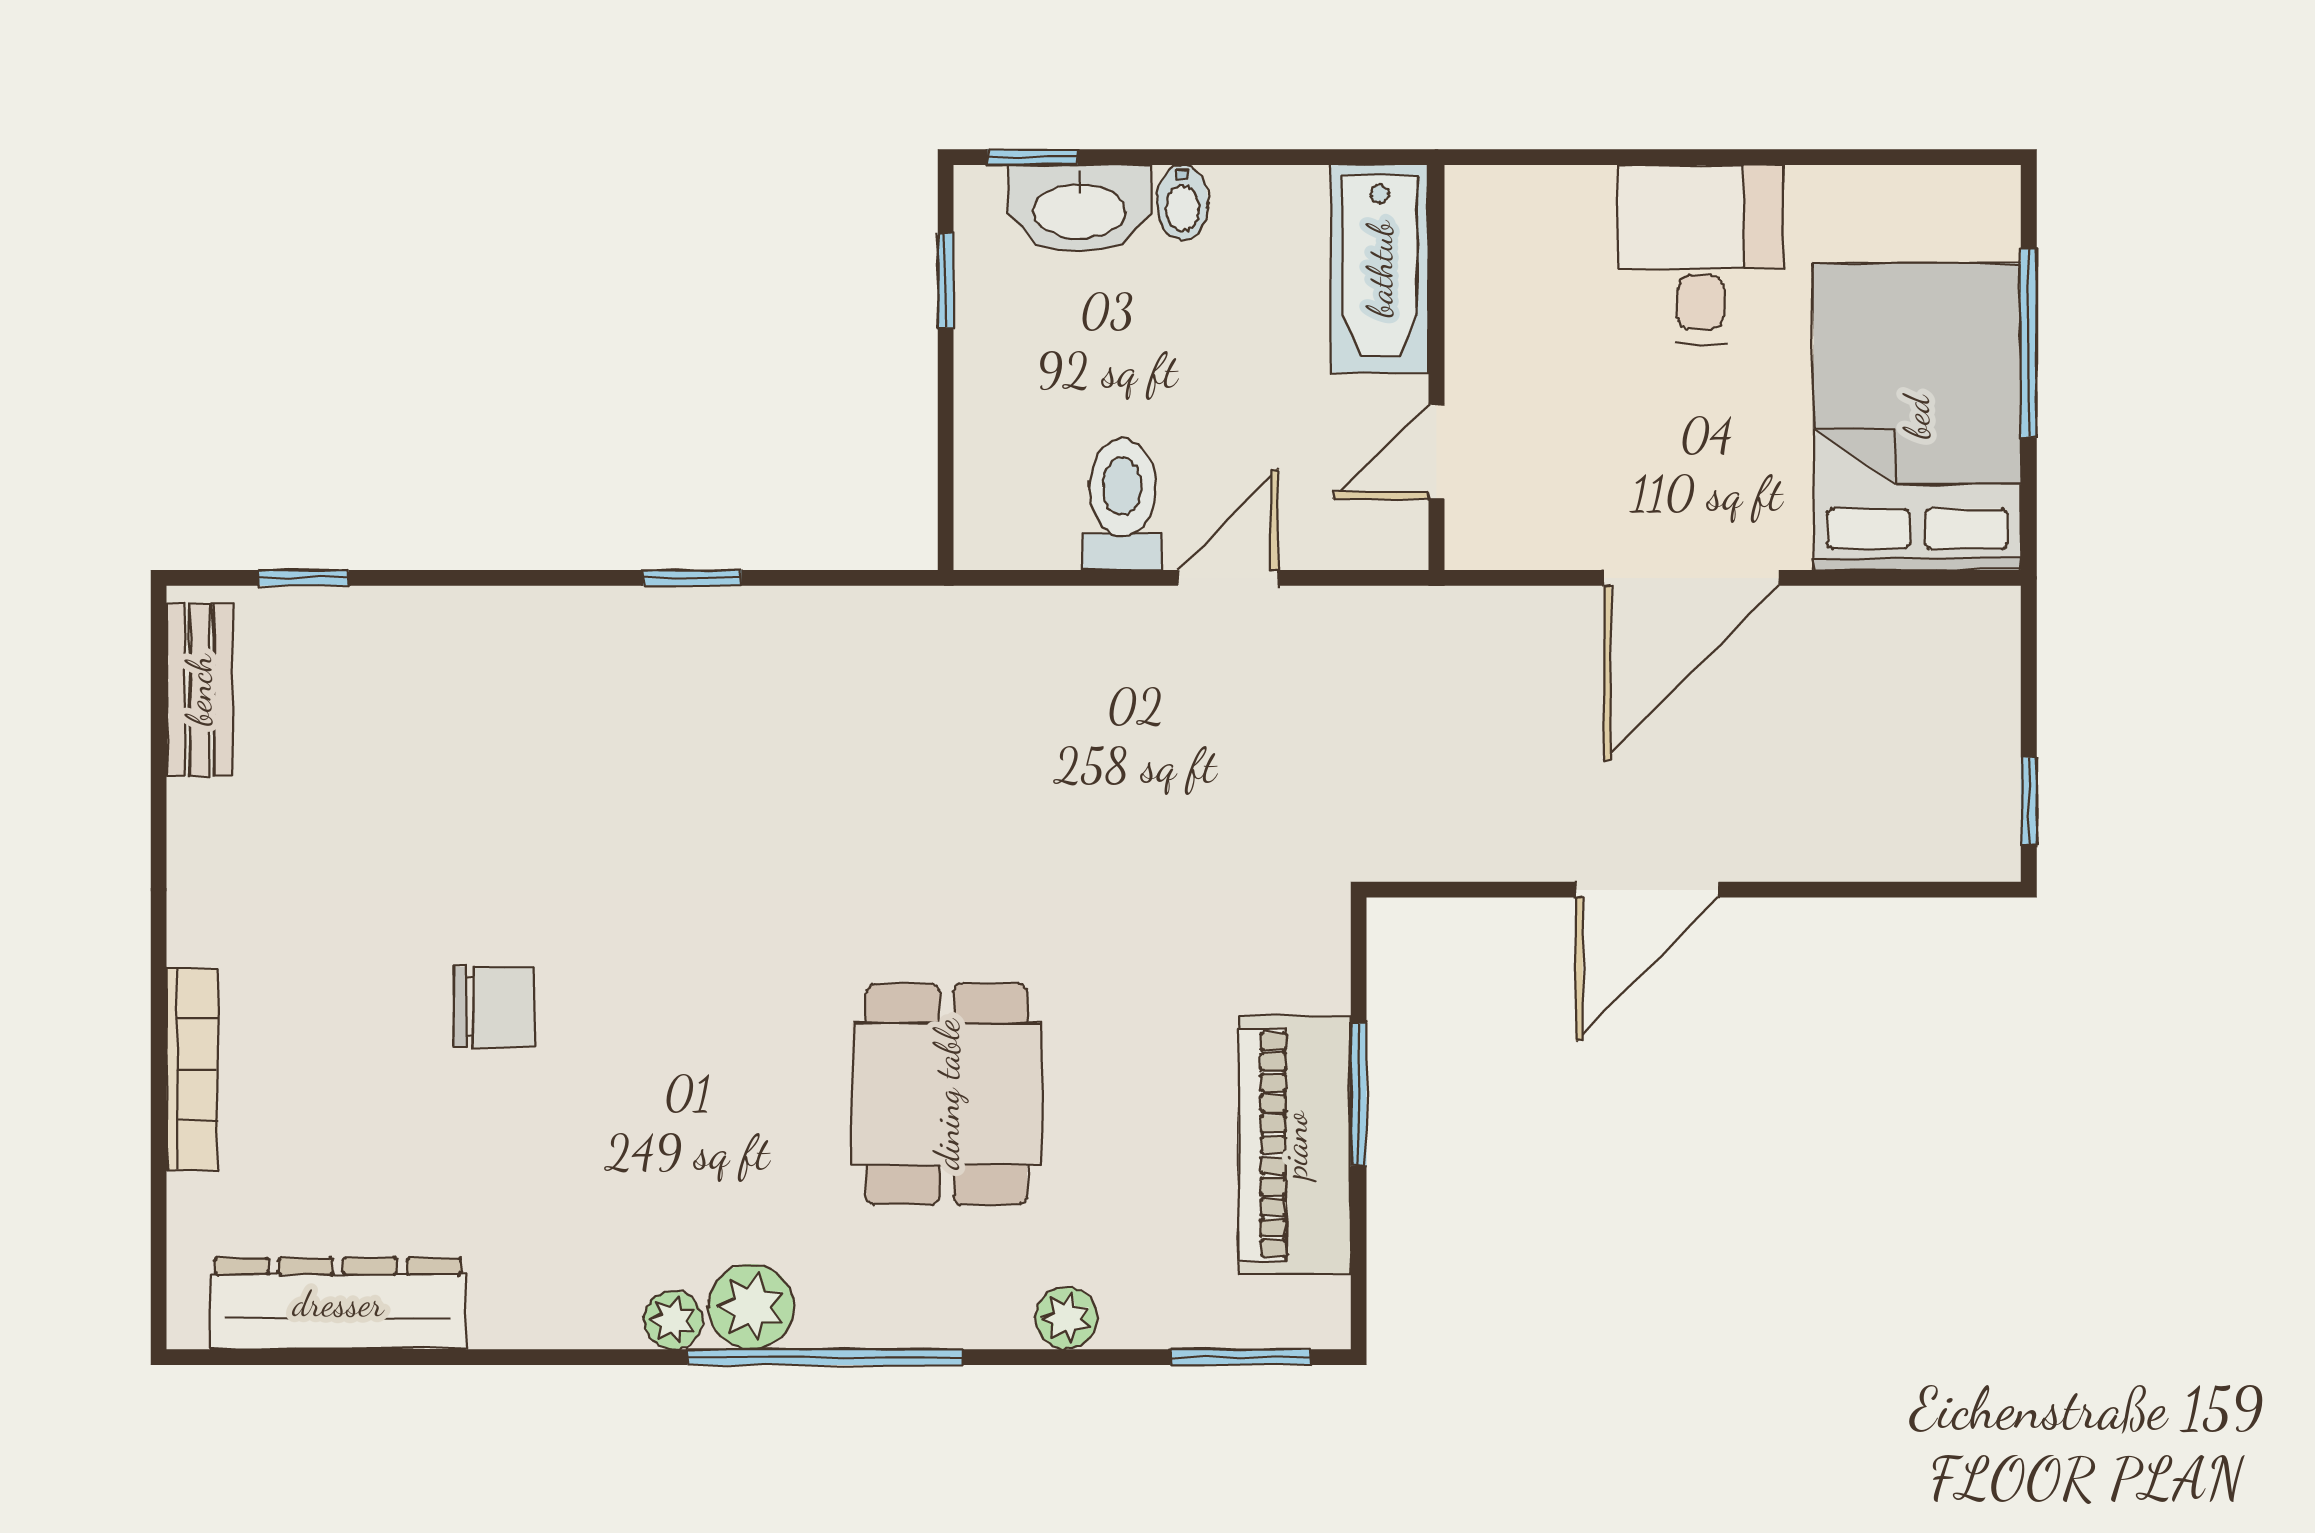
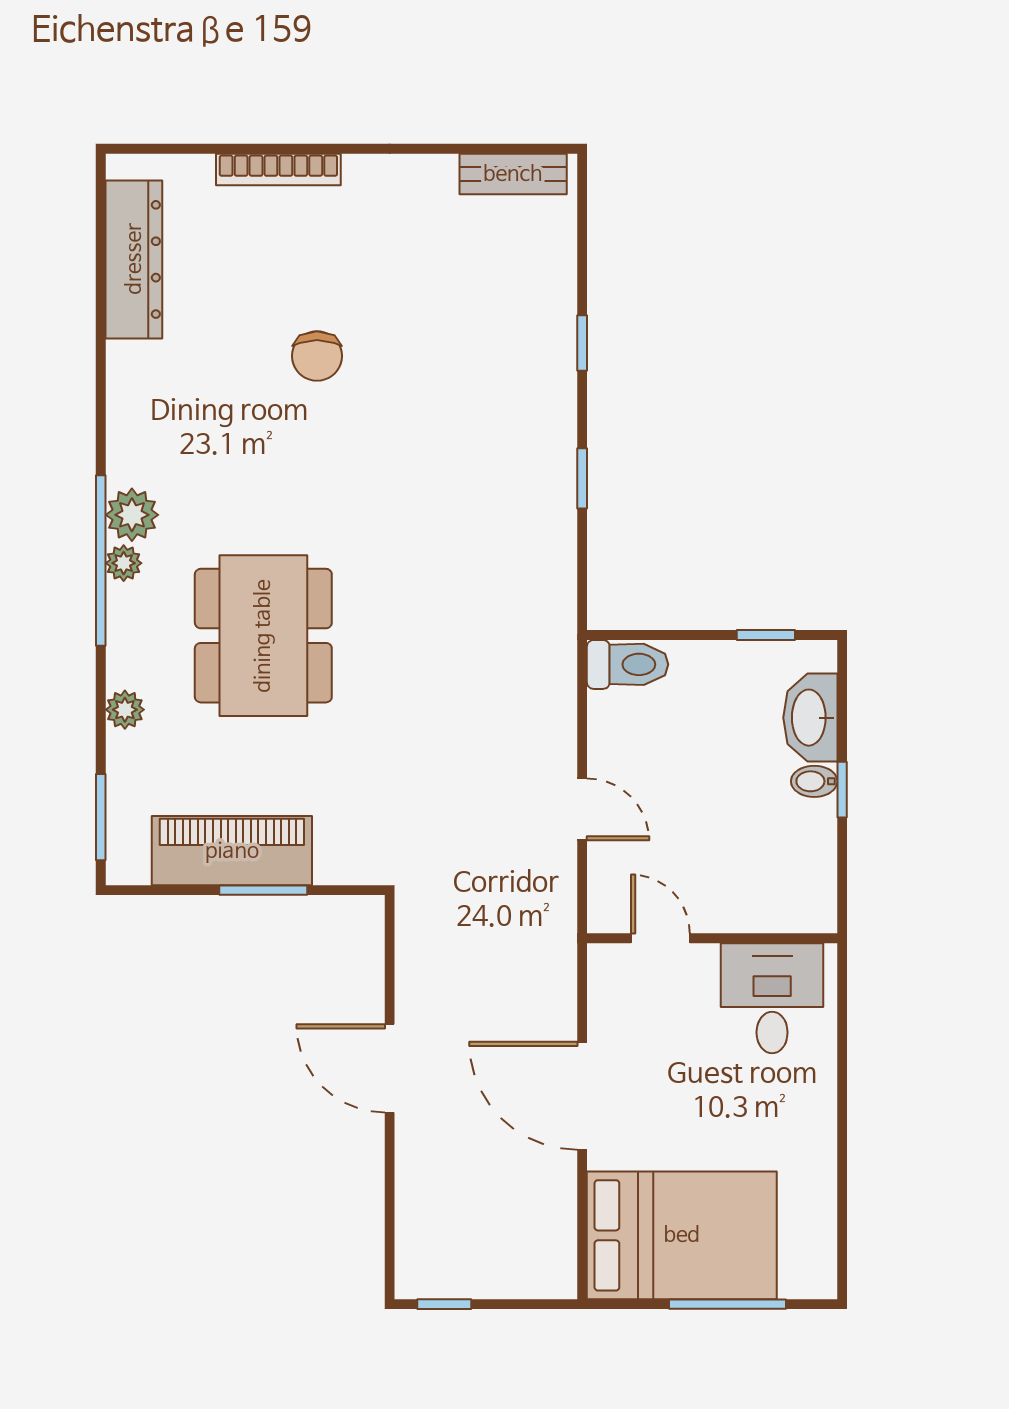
window: (1033, 157) -> (842, 790), moved
desk: (1701, 254) -> (772, 998), moved, turned -90
bathtub: (1380, 269) -> (773, 903), removed
toilet: (1122, 505) -> (628, 664), moved
window: (304, 578) -> (582, 343), moved
dining table: (947, 1094) -> (263, 636), width x1.38
plant: (673, 1320) -> (124, 563), moved

